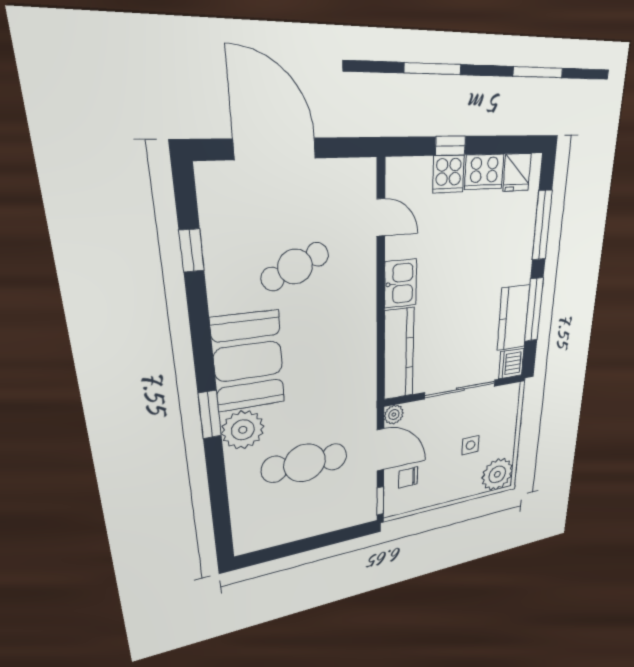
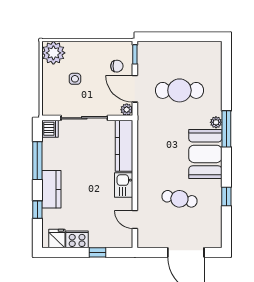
cooker: (448, 174) -> (98, 239), removed
window: (542, 225) -> (37, 210), width x0.46
window: (192, 250) -> (226, 197), moved
cafe table: (295, 267) -> (179, 199), turned 36
kitchen counter: (513, 318) -> (51, 189), moved
window: (210, 415) -> (226, 129), width x1.44
plant: (243, 430) -> (216, 122), width x0.53, depth x0.53

